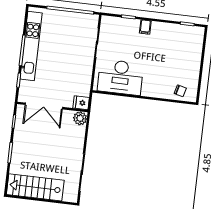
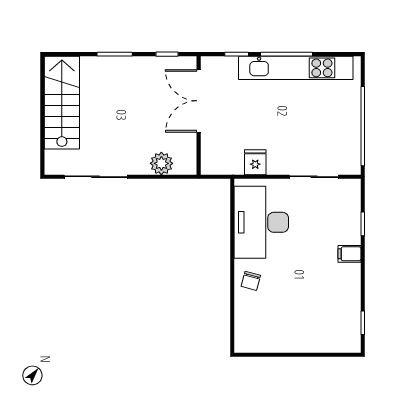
chair: (180, 91) -> (251, 281), moved
fridge: (81, 103) -> (255, 162), moved
plant: (80, 118) -> (161, 163), moved

